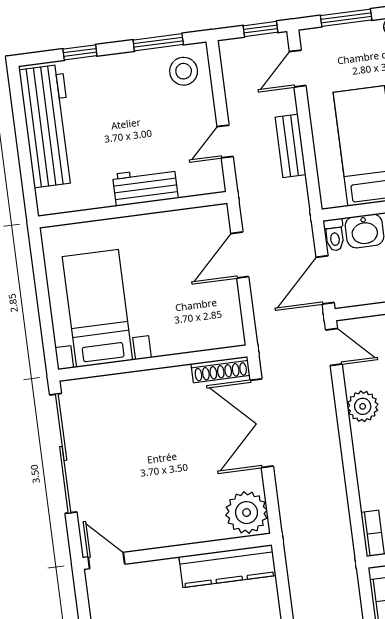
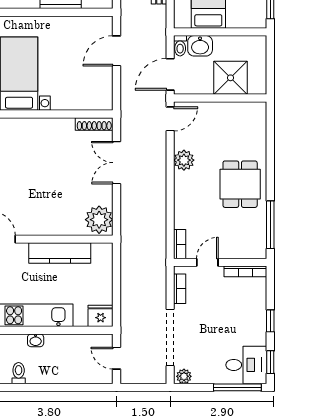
door: (334, 347) -> (170, 119), hinge flipped
double door: (262, 423) -> (117, 163), width x0.73
kitchen counter: (227, 566) -> (60, 253), moved

